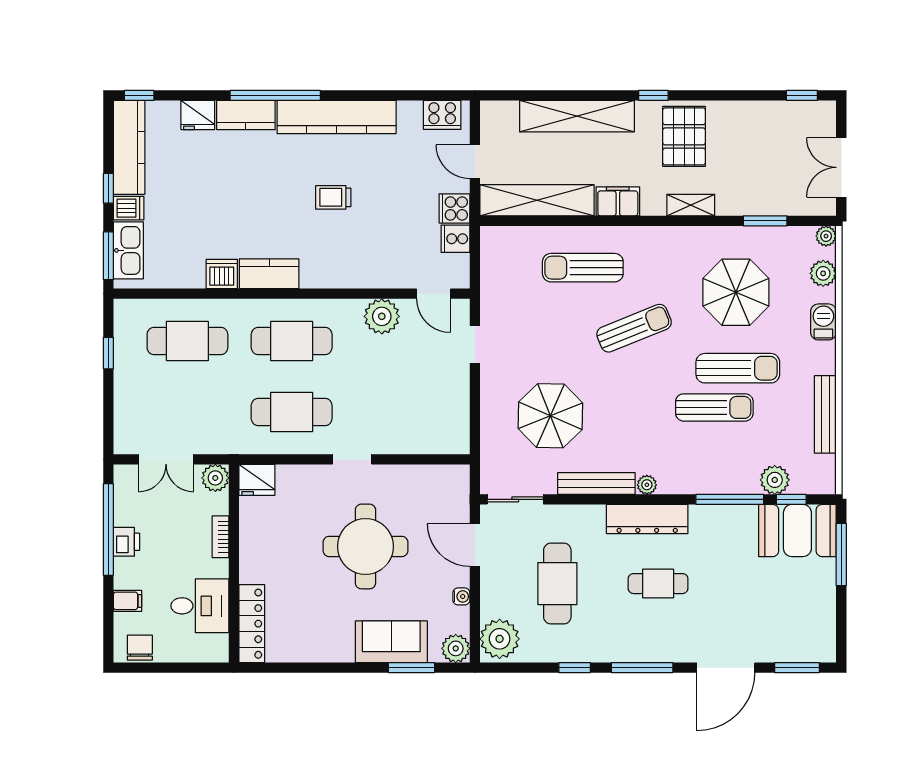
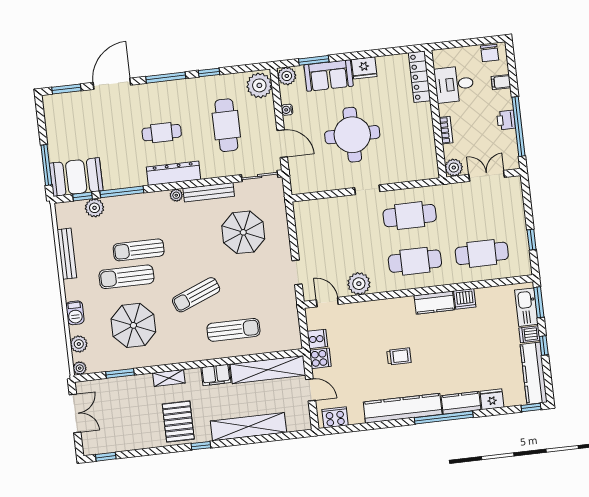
fridge: (257, 480) -> (364, 68), moved, turned 180

